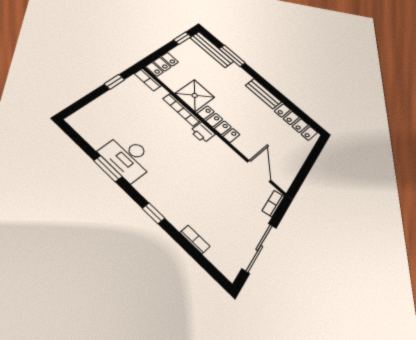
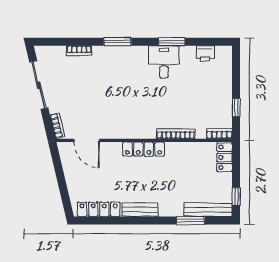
shower: (195, 95) -> (179, 155), removed
printer: (203, 132) -> (205, 54), moved, turned 180
desk: (128, 157) -> (164, 62), width x0.73
window: (153, 213) -> (117, 42), width x1.50

